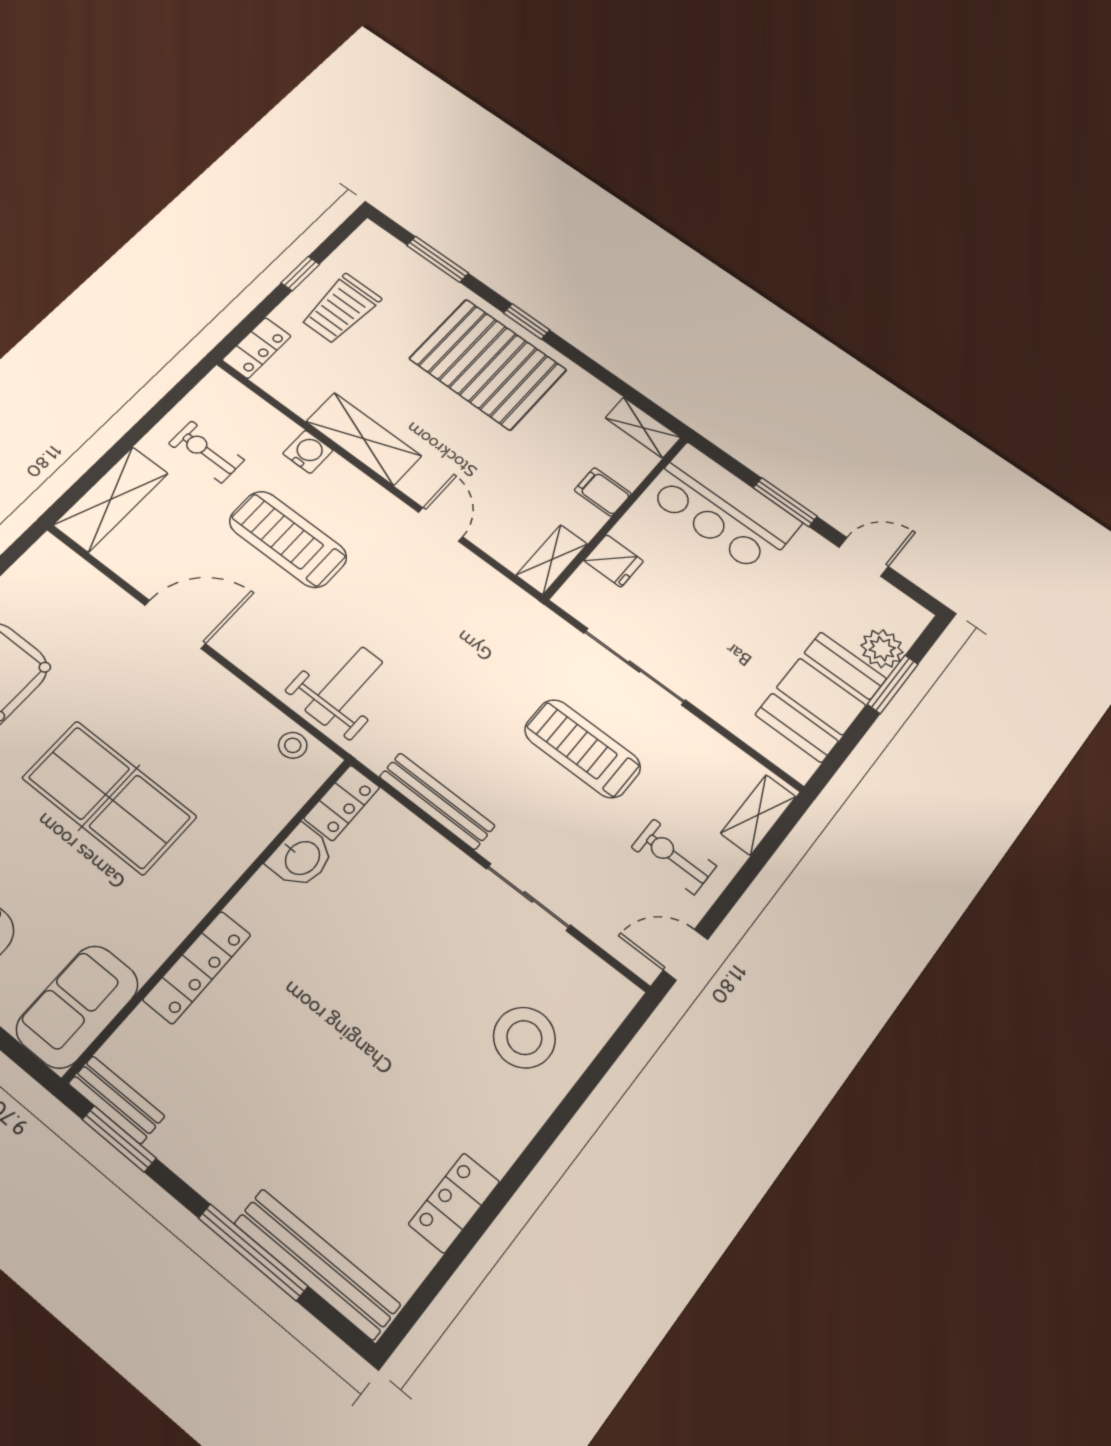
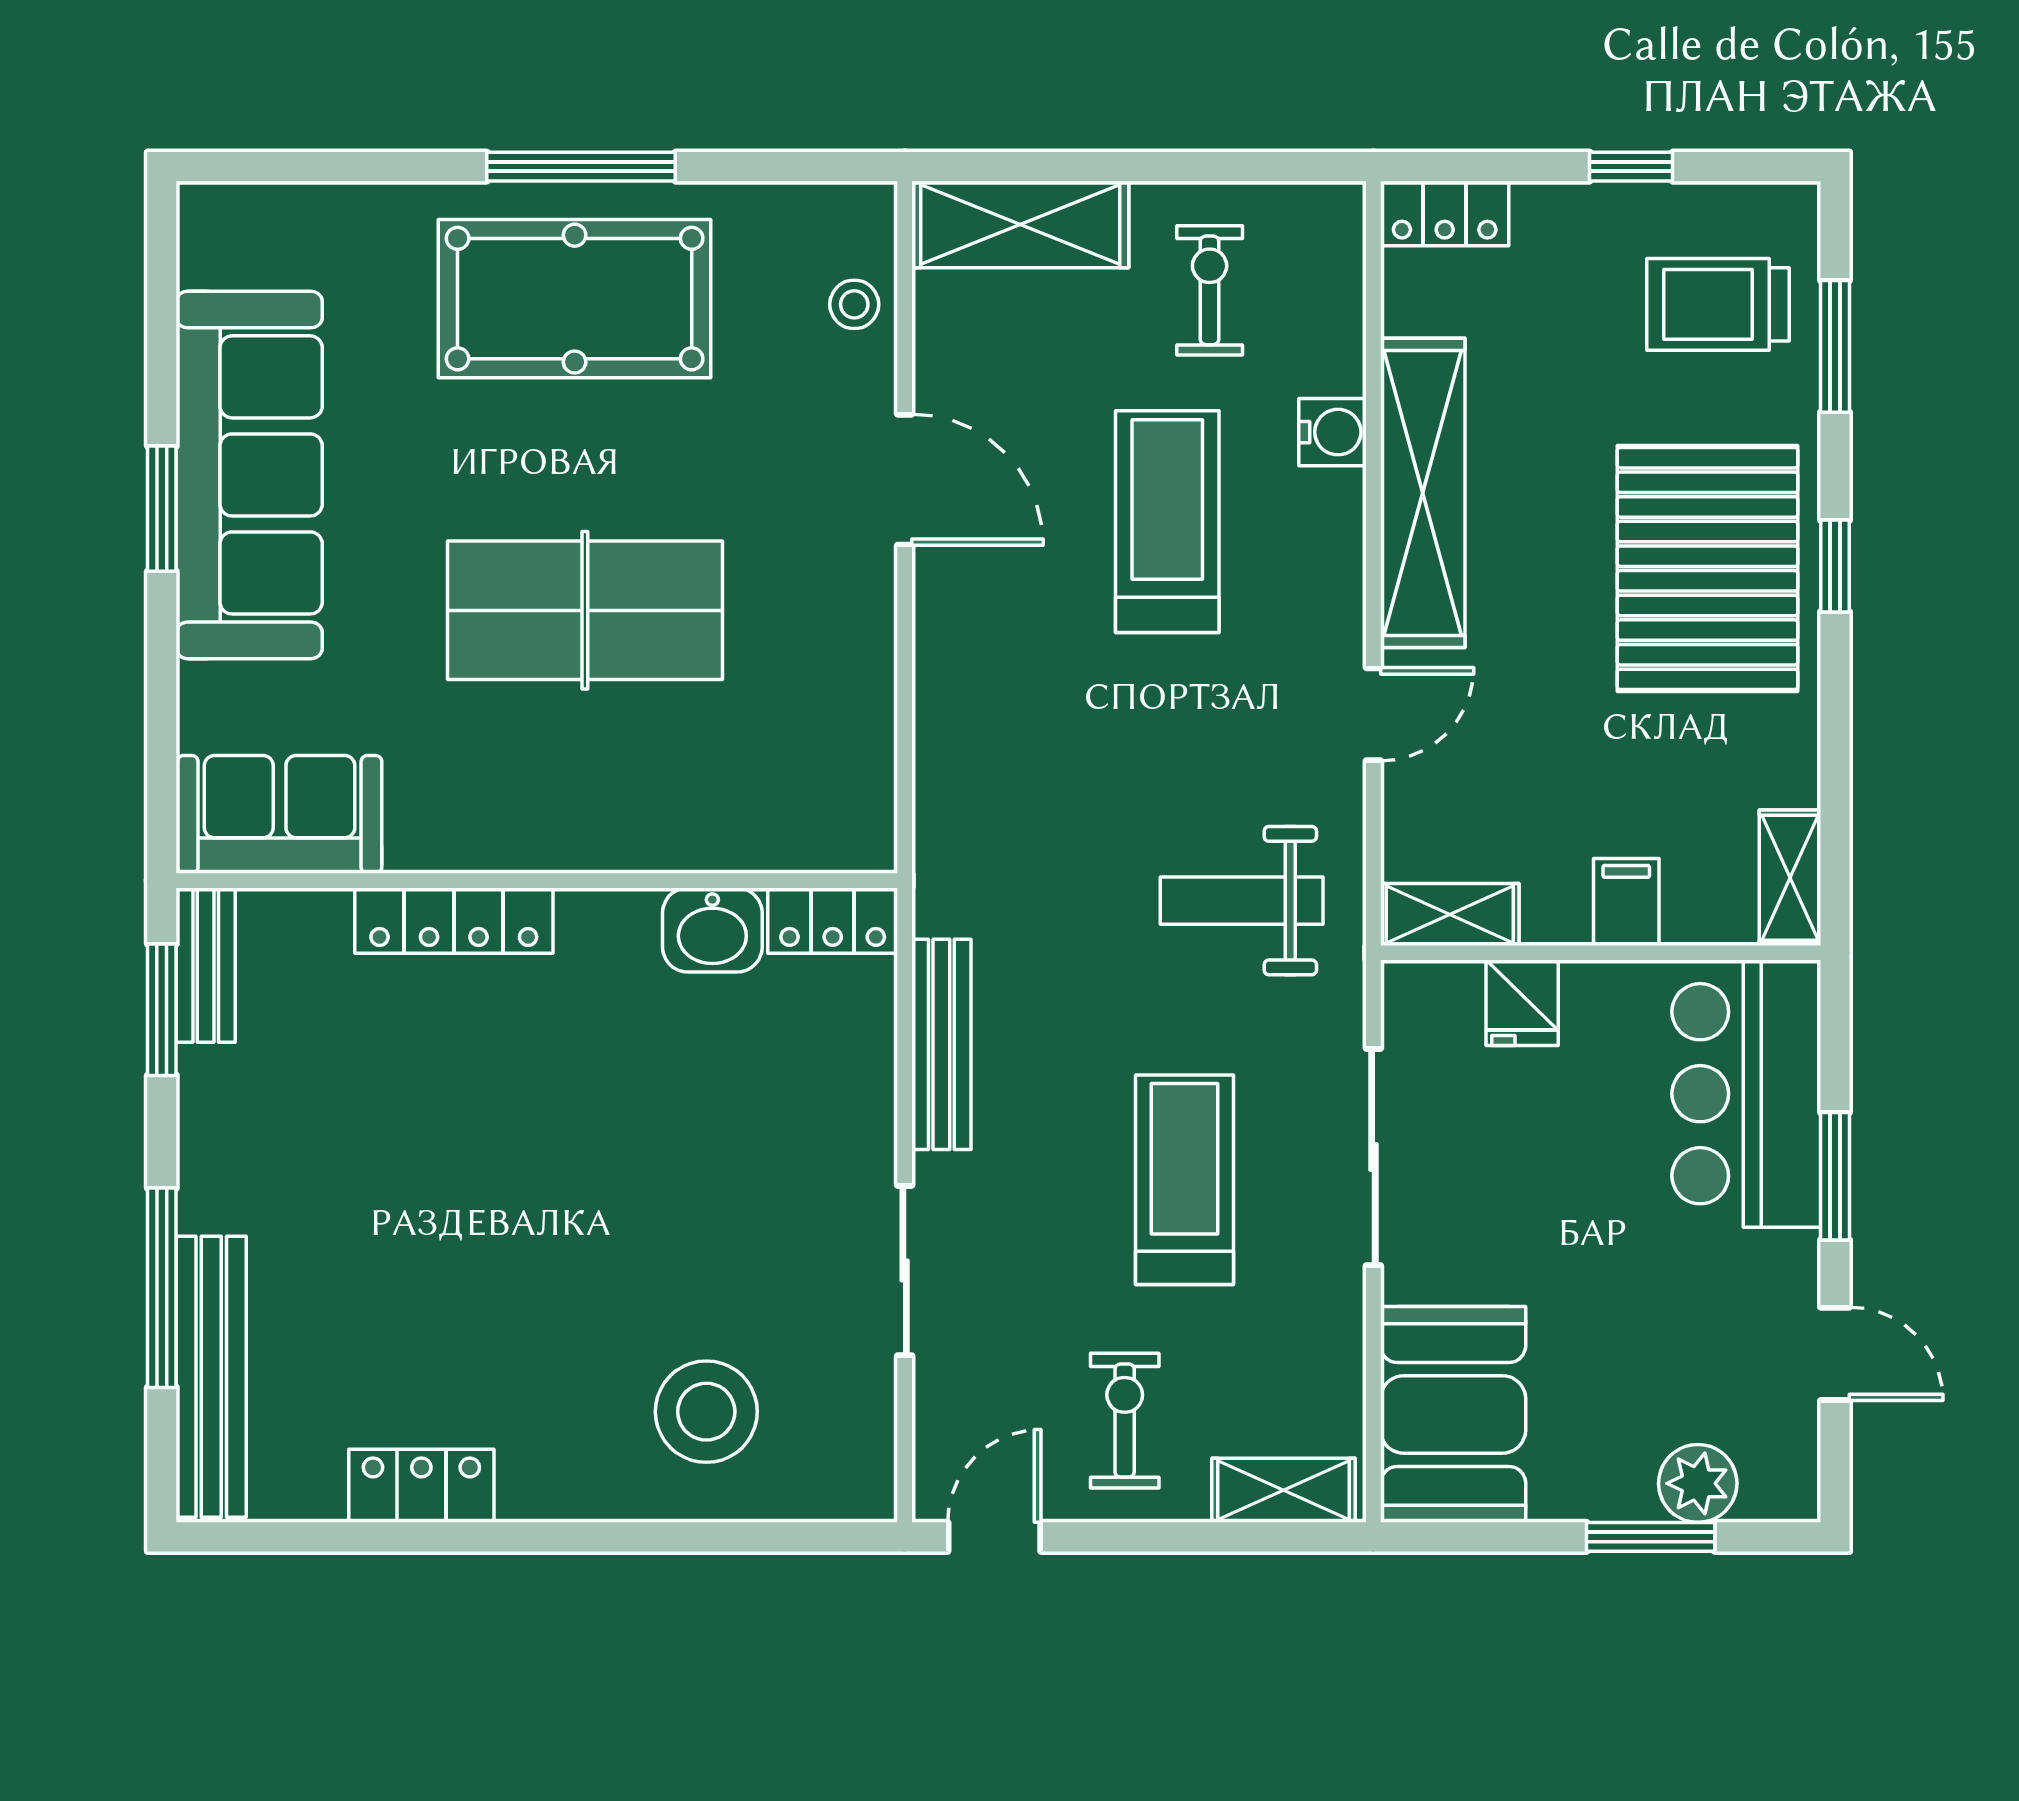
trolley: (341, 309) -> (1718, 304), moved
shelving: (364, 439) -> (1423, 493), width x1.47
weight bench: (344, 686) -> (1242, 901), moved, turned 180
booth: (821, 697) -> (1453, 1414), moved, turned 90
stool: (293, 745) -> (854, 304), moved
table tennis table: (109, 797) -> (585, 610), turned 90
door: (685, 955) -> (994, 1537), hinge flipped

